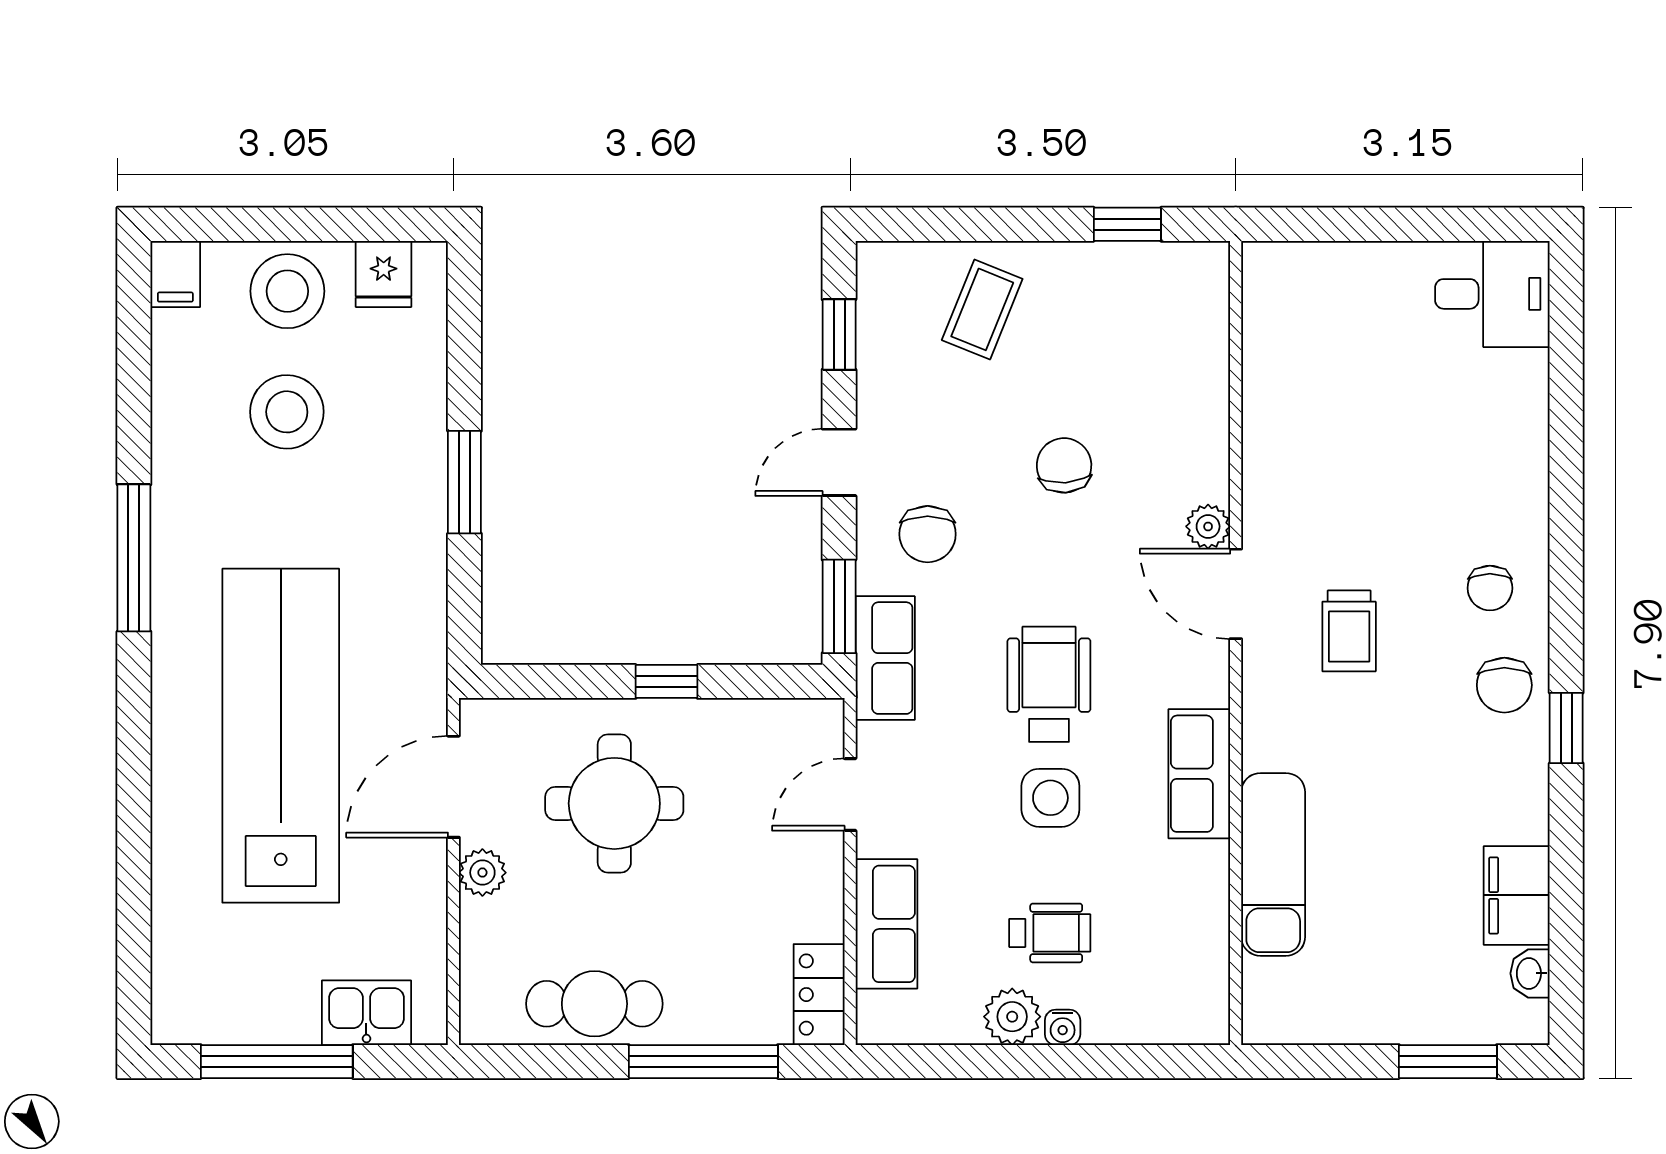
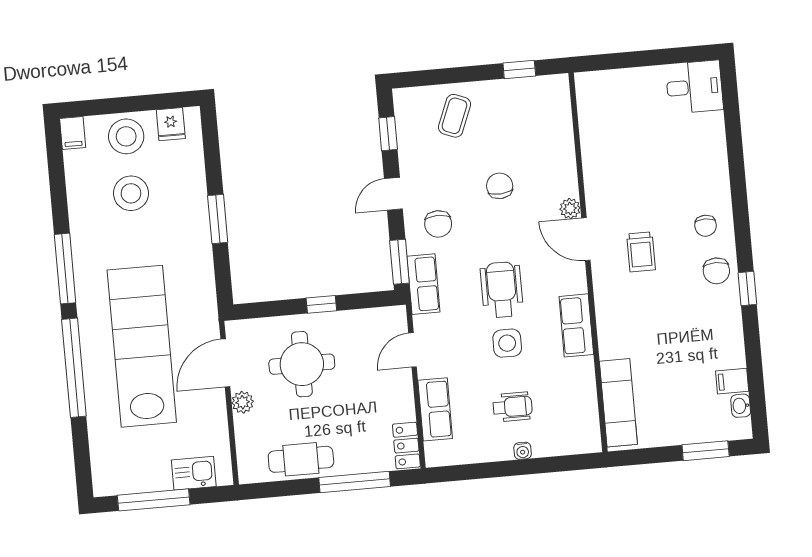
window: (134, 768) -> (74, 368), added
exam couch: (1273, 864) -> (618, 403), moved
filing cabinet: (1517, 895) -> (732, 381), width x0.50
plant: (1012, 1017) -> (498, 448), removed

